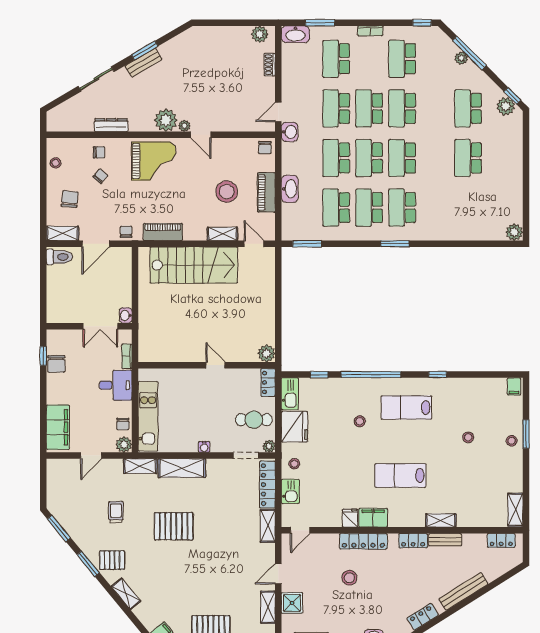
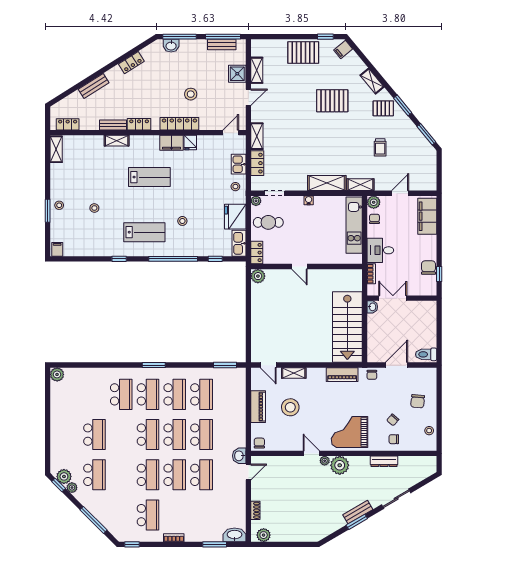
plant: (461, 58) -> (72, 488), moved
school desk: (336, 59) -> (121, 394), moved
washbasin: (290, 189) -> (239, 410), removed
shelving: (62, 233) -> (424, 373), removed
stairs: (194, 265) -> (347, 327), moved, turned -90
locker: (267, 485) -> (257, 163), width x0.66
pallet: (174, 526) -> (332, 101), moved
bench: (463, 591) -> (94, 86), width x0.73

